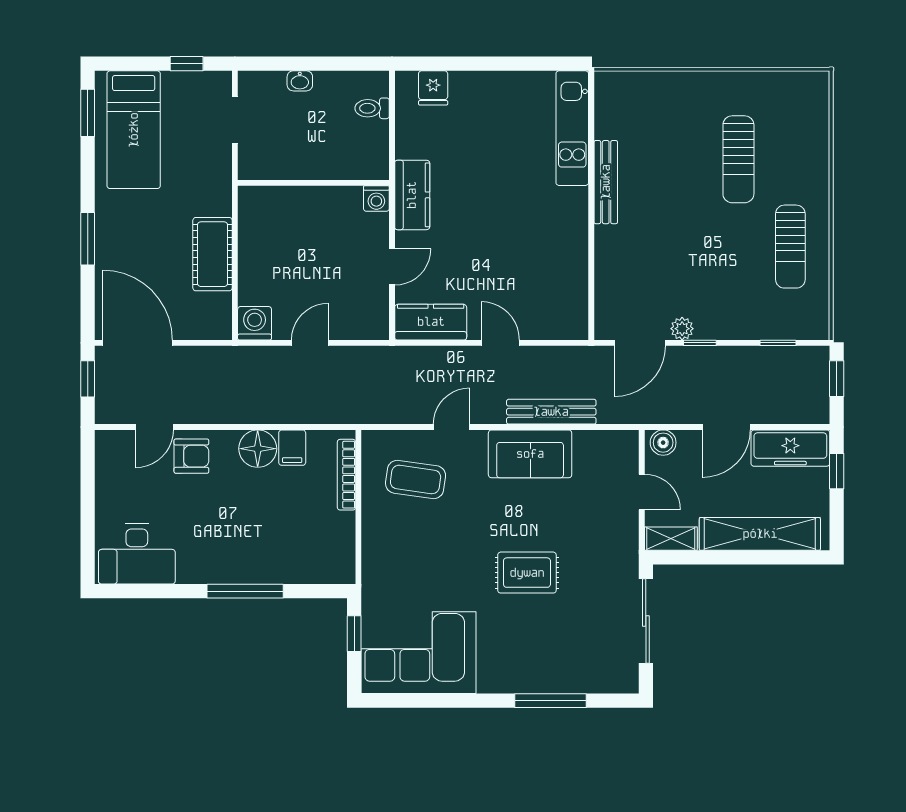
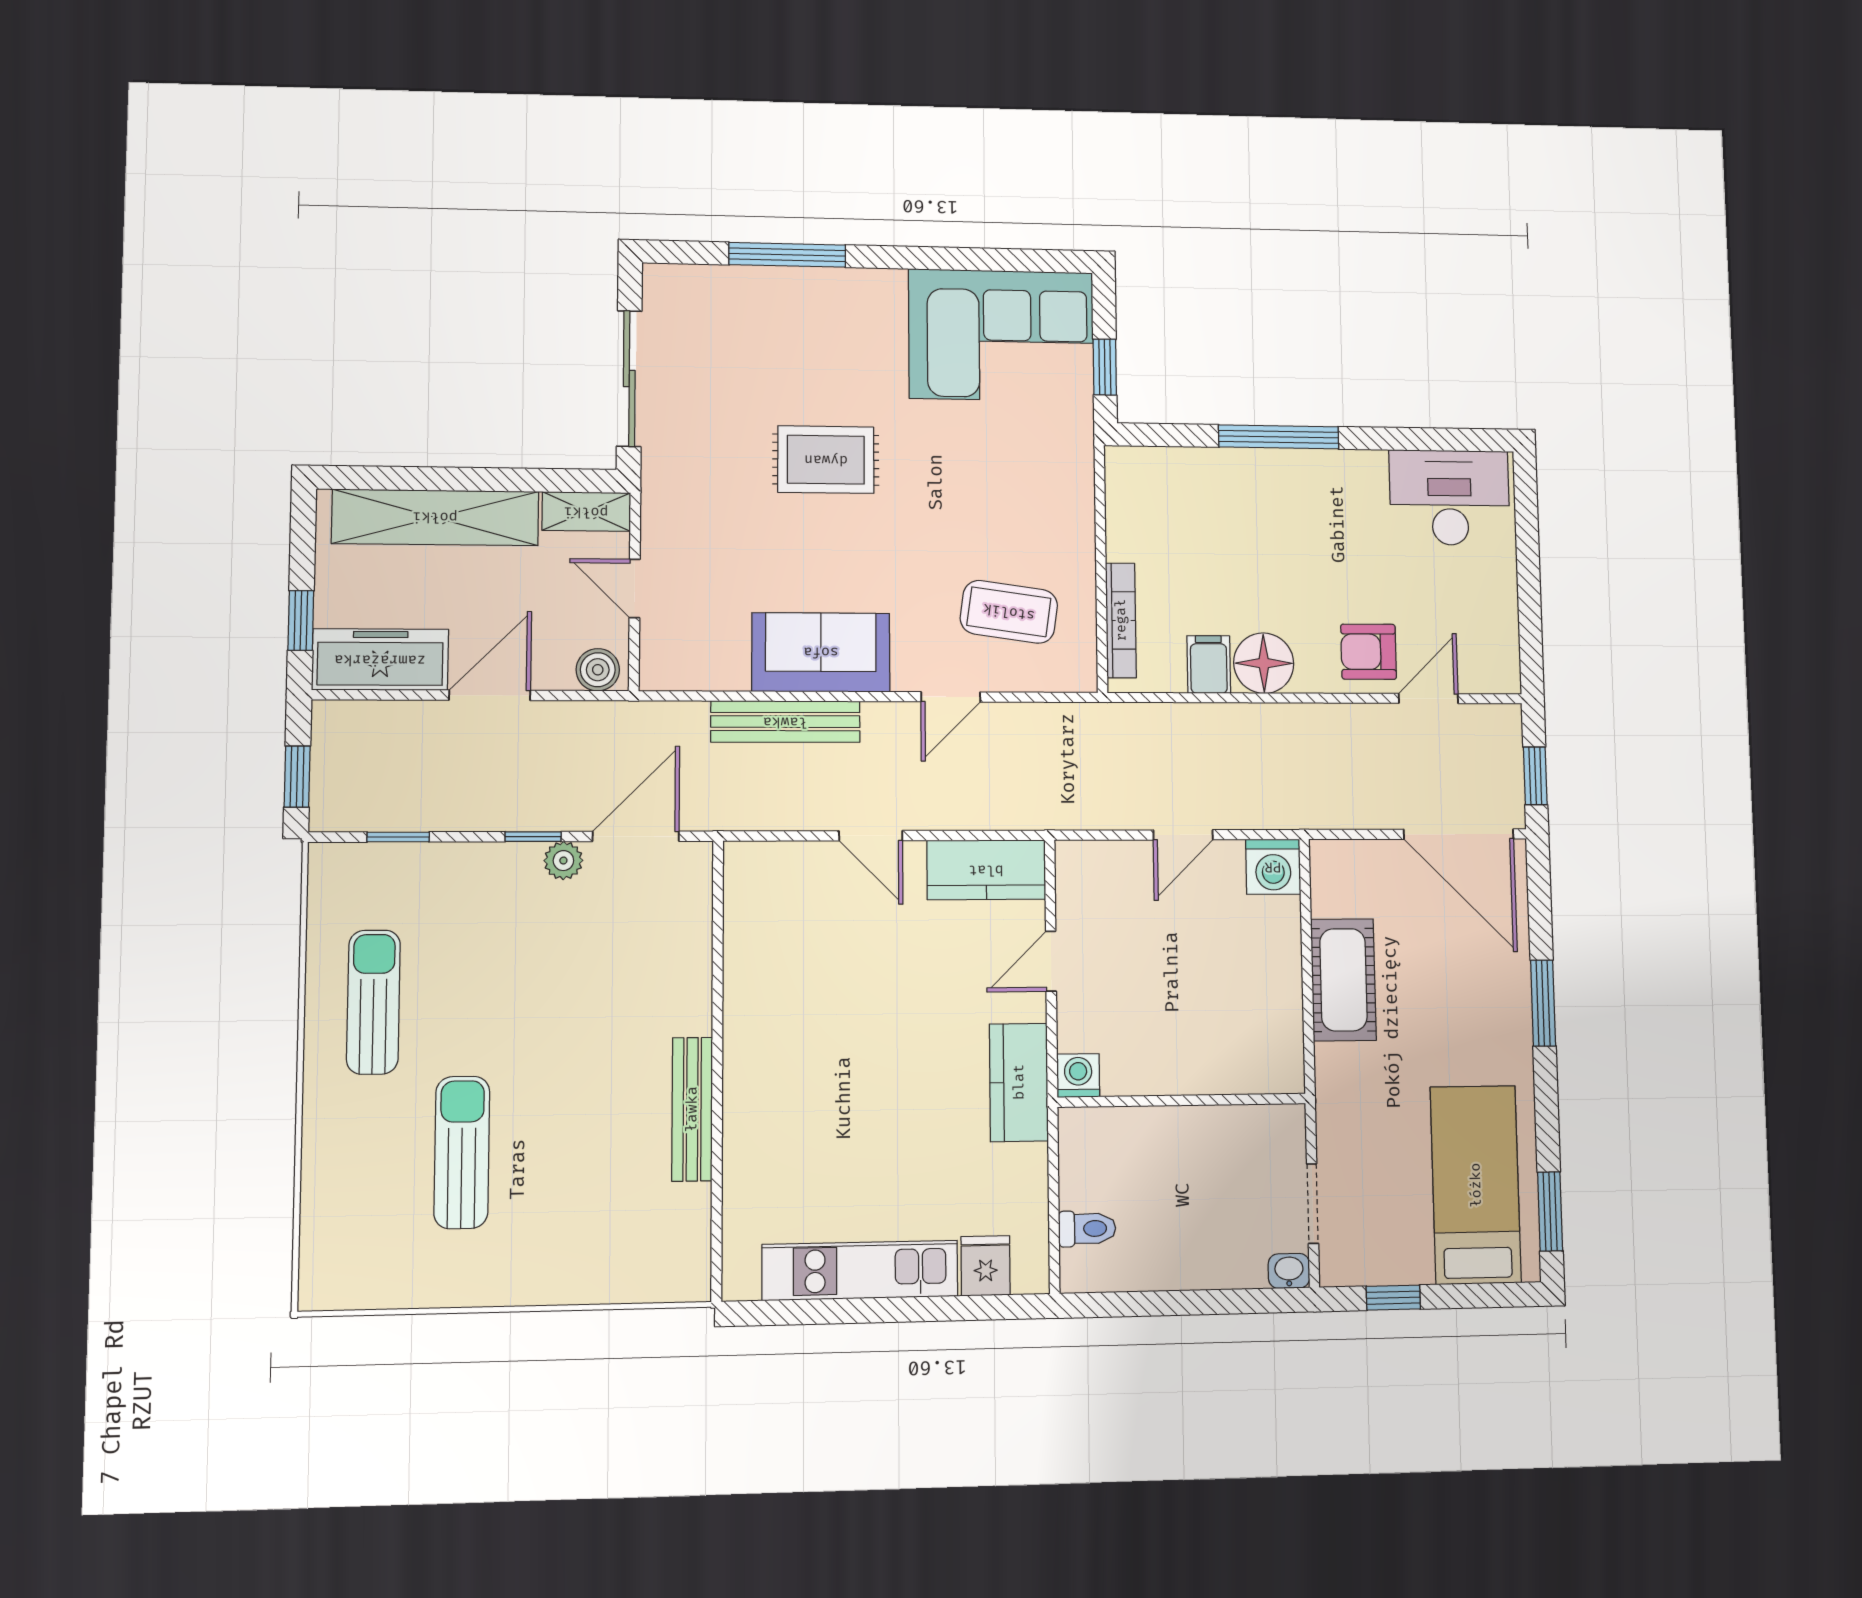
washbasin: (300, 81) -> (1289, 1271), moved
kitchen unit: (572, 128) -> (860, 1270), moved, turned -90

